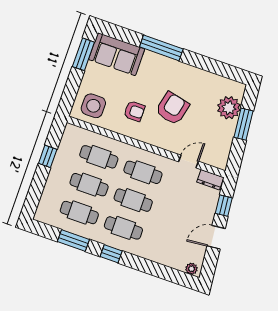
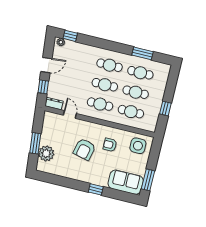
window: (161, 48) -> (96, 189), width x0.46
door: (188, 162) -> (70, 114), swing flipped
window: (111, 254) -> (70, 36), moved

